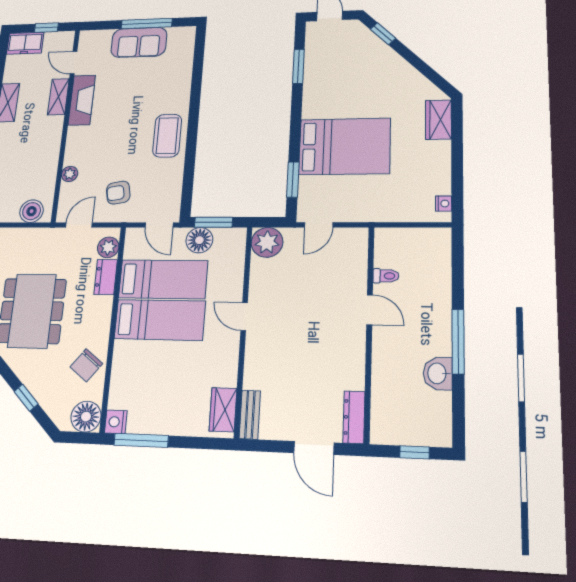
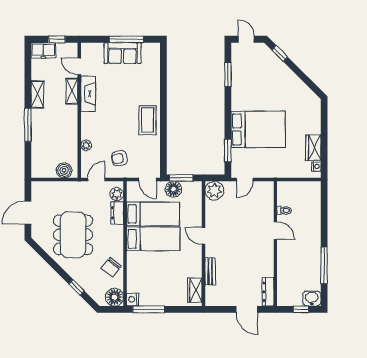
wardrobe: (438, 120) -> (313, 148), moved
window: (458, 342) -> (324, 265), moved
washbasin: (438, 373) -> (312, 298), moved, turned 90
bench: (250, 415) -> (210, 271), moved

